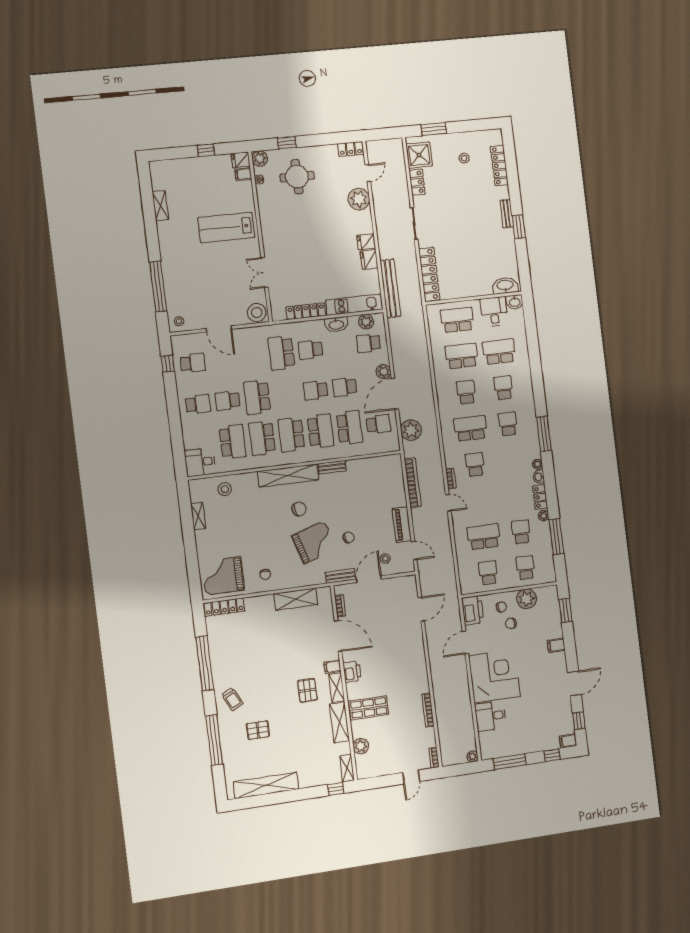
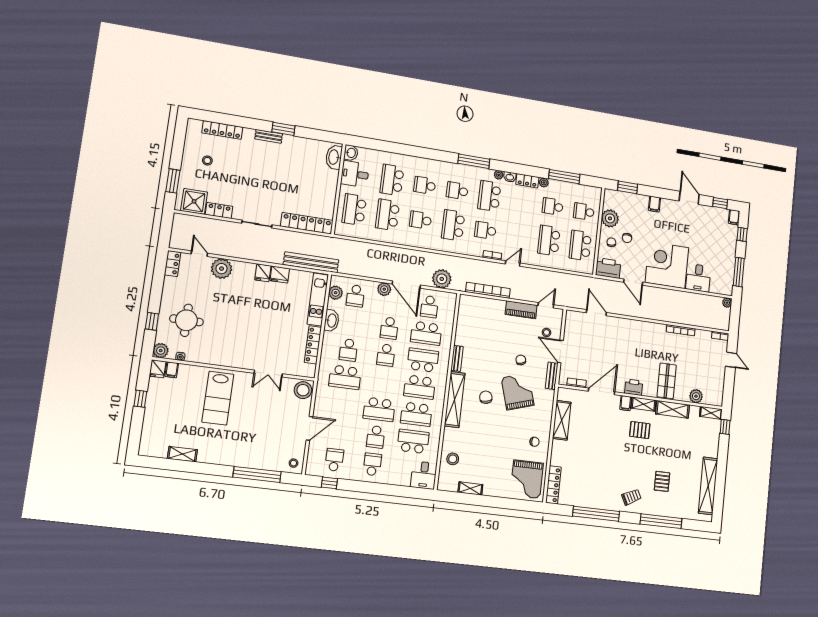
school desk: (378, 424) -> (429, 307), turned 180
school desk: (350, 428) -> (426, 333), turned 180
school desk: (512, 460) -> (489, 196), added
school desk: (488, 573) -> (580, 245), width x1.85

